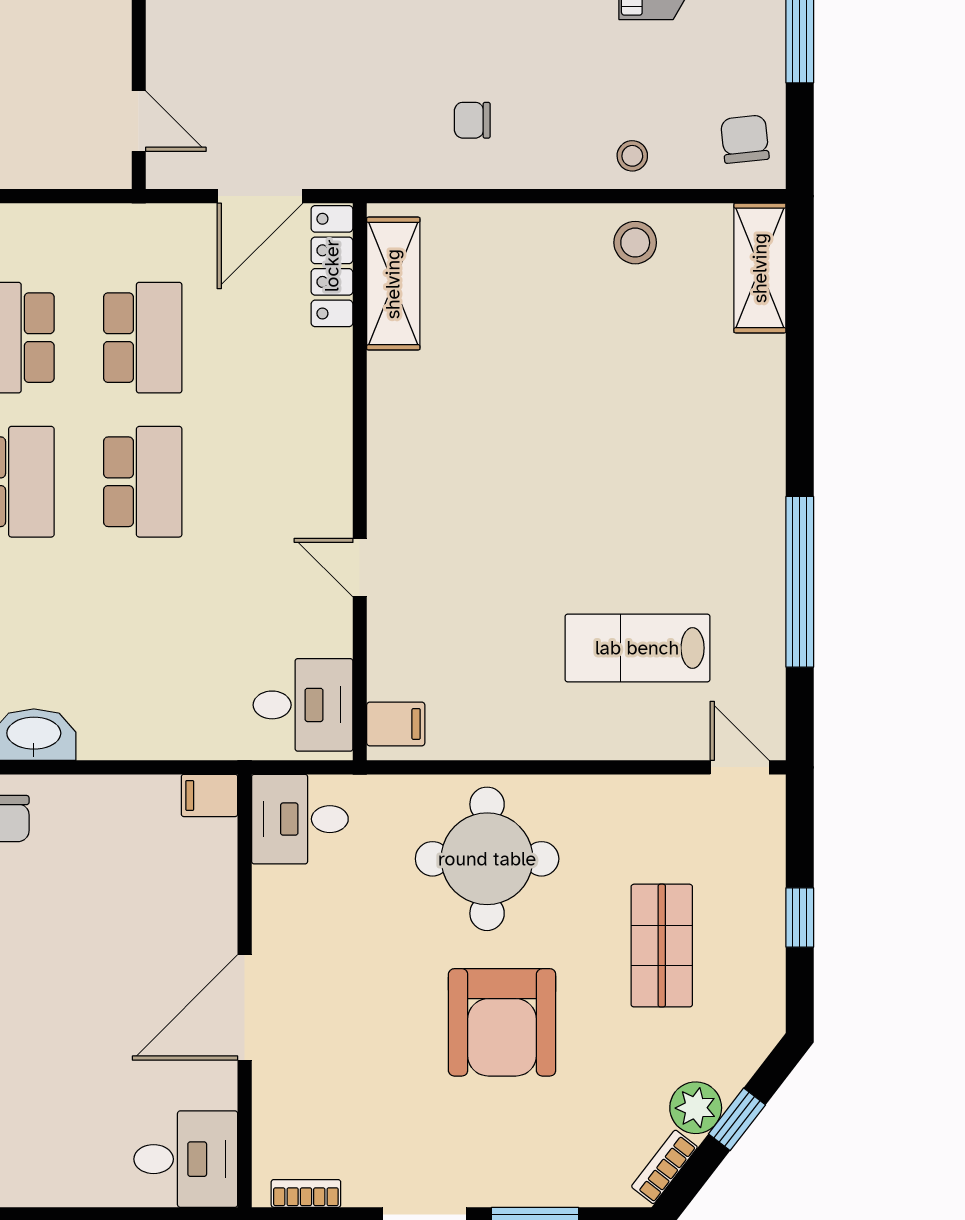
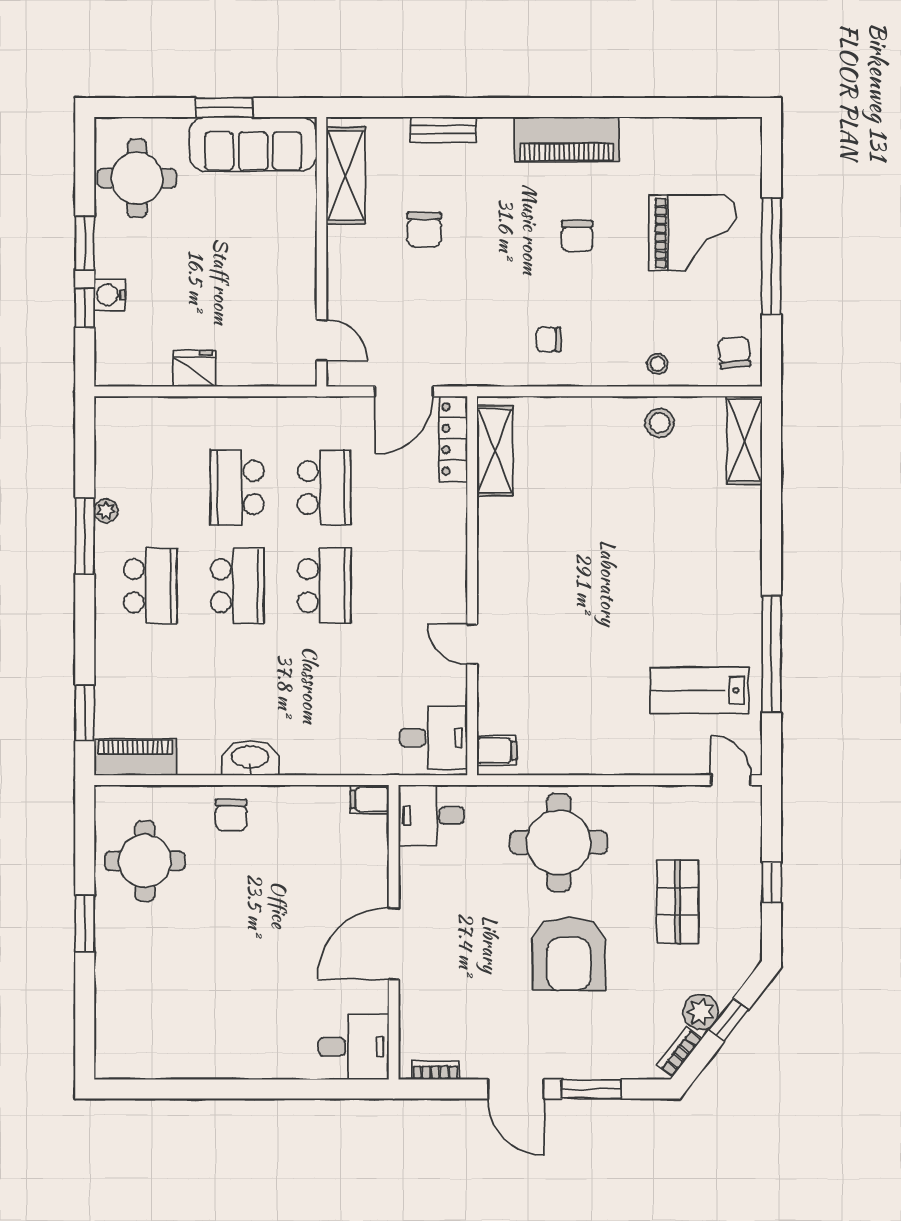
lab bench: (637, 648) -> (699, 690), moved

